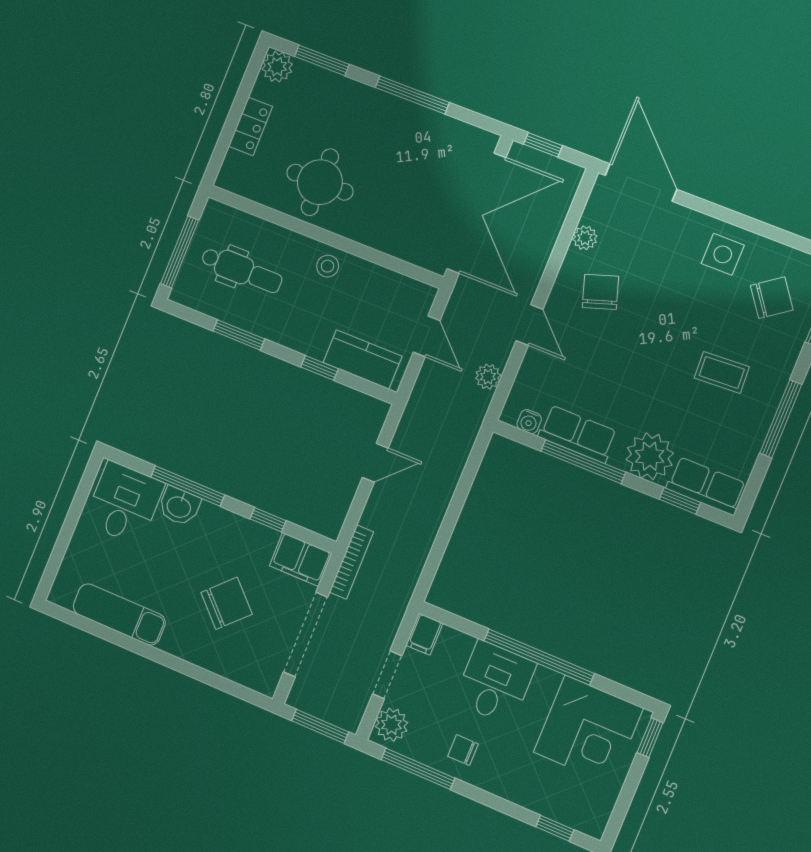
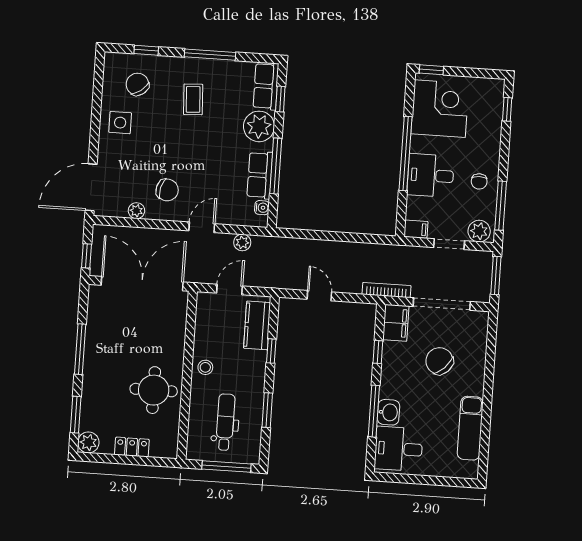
chair: (600, 292) -> (167, 190), turned -147

